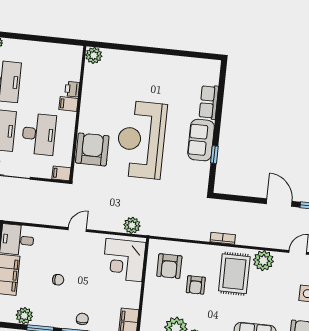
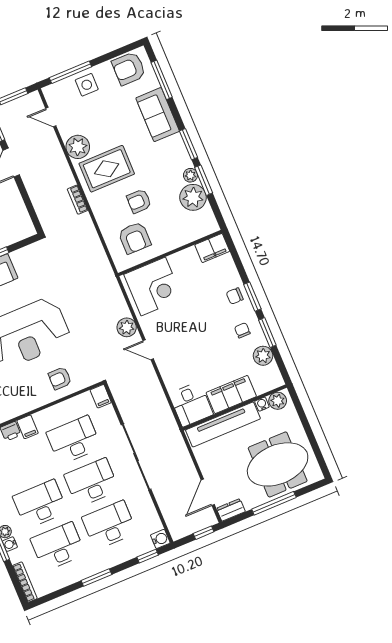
armchair: (92, 149) -> (60, 378), width x0.53, depth x0.53
plant: (132, 225) -> (127, 327), moved
armchair: (169, 266) -> (134, 238), turned 90
chair: (58, 280) -> (242, 330), moved
armchair: (196, 285) -> (139, 201), turned 180

